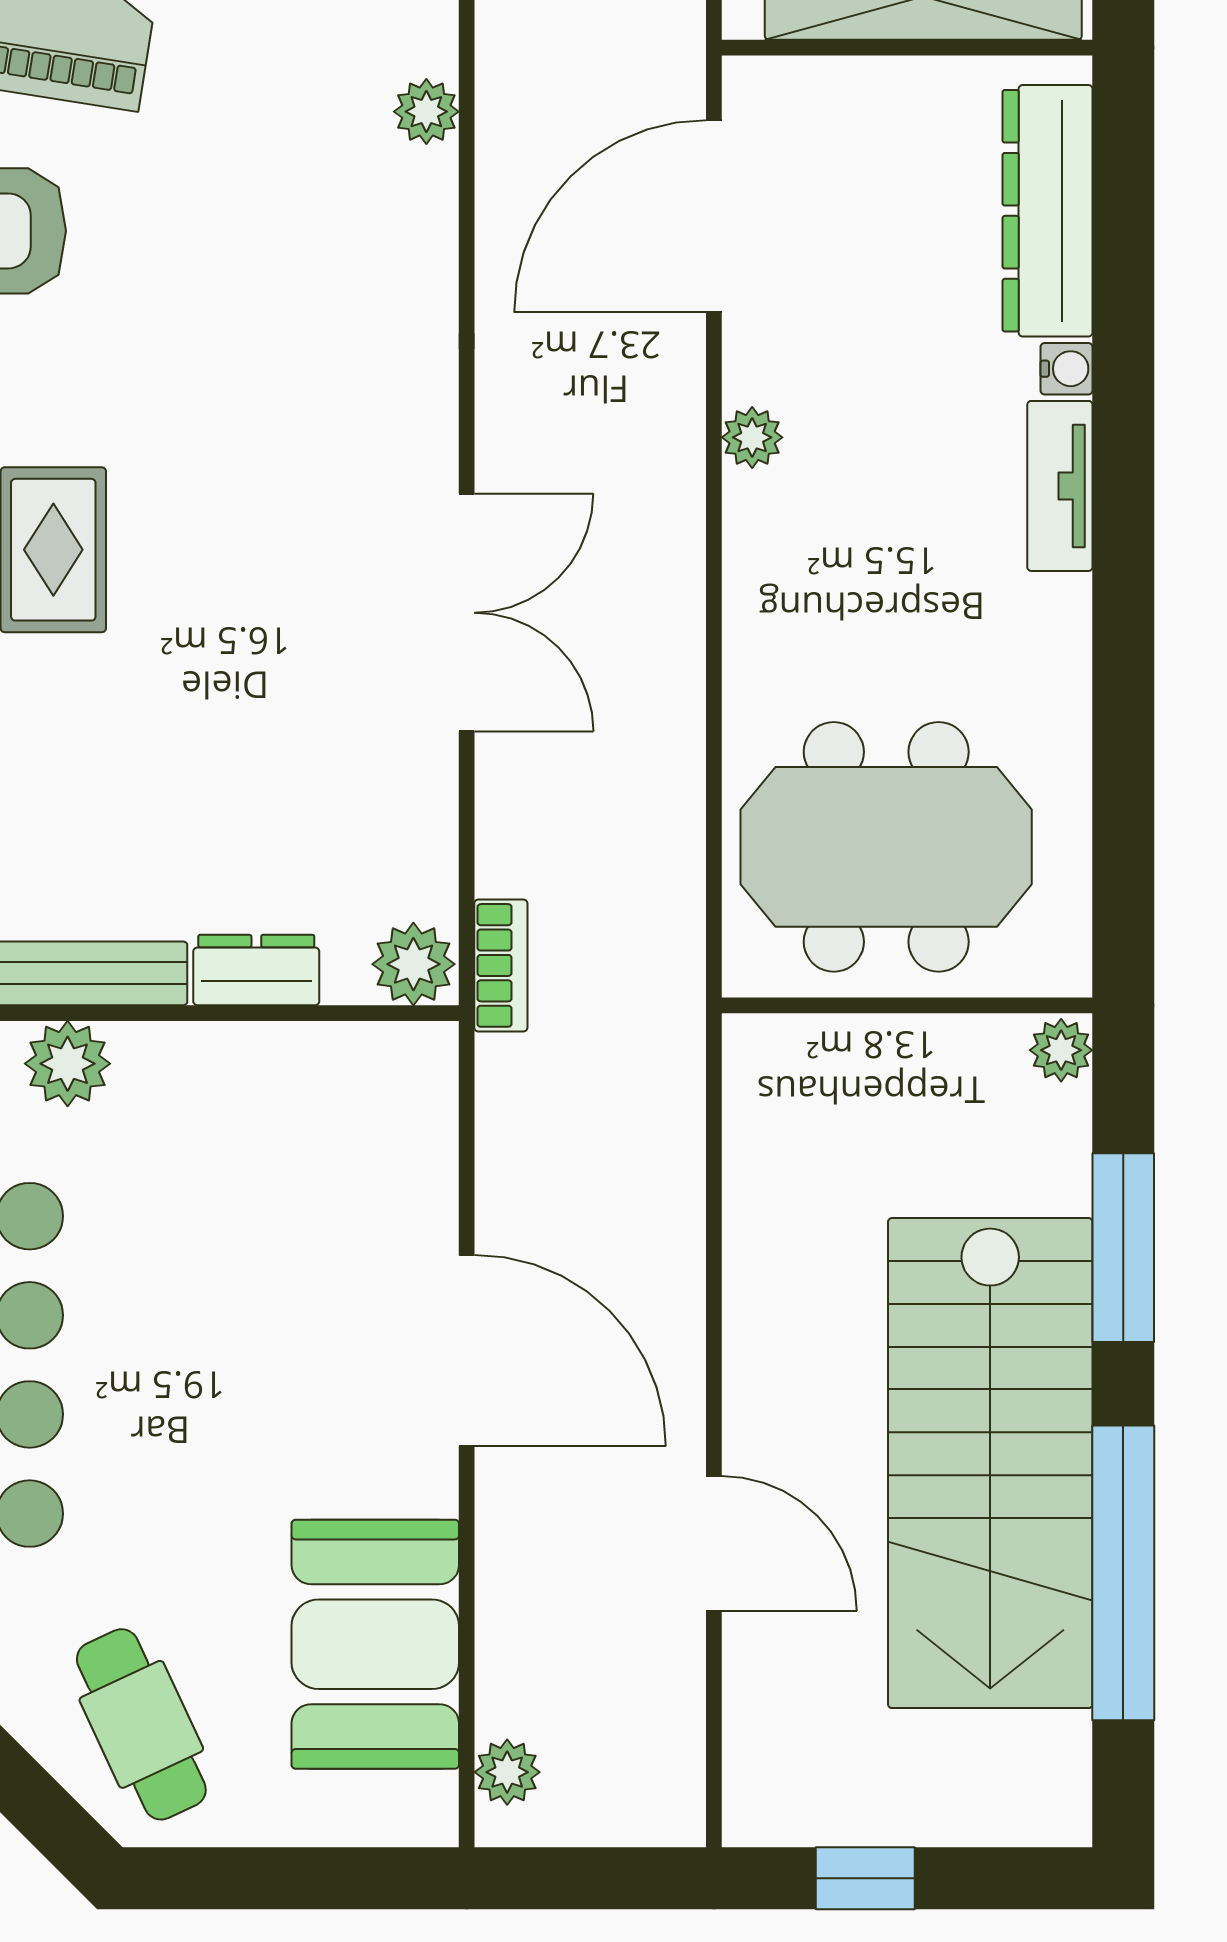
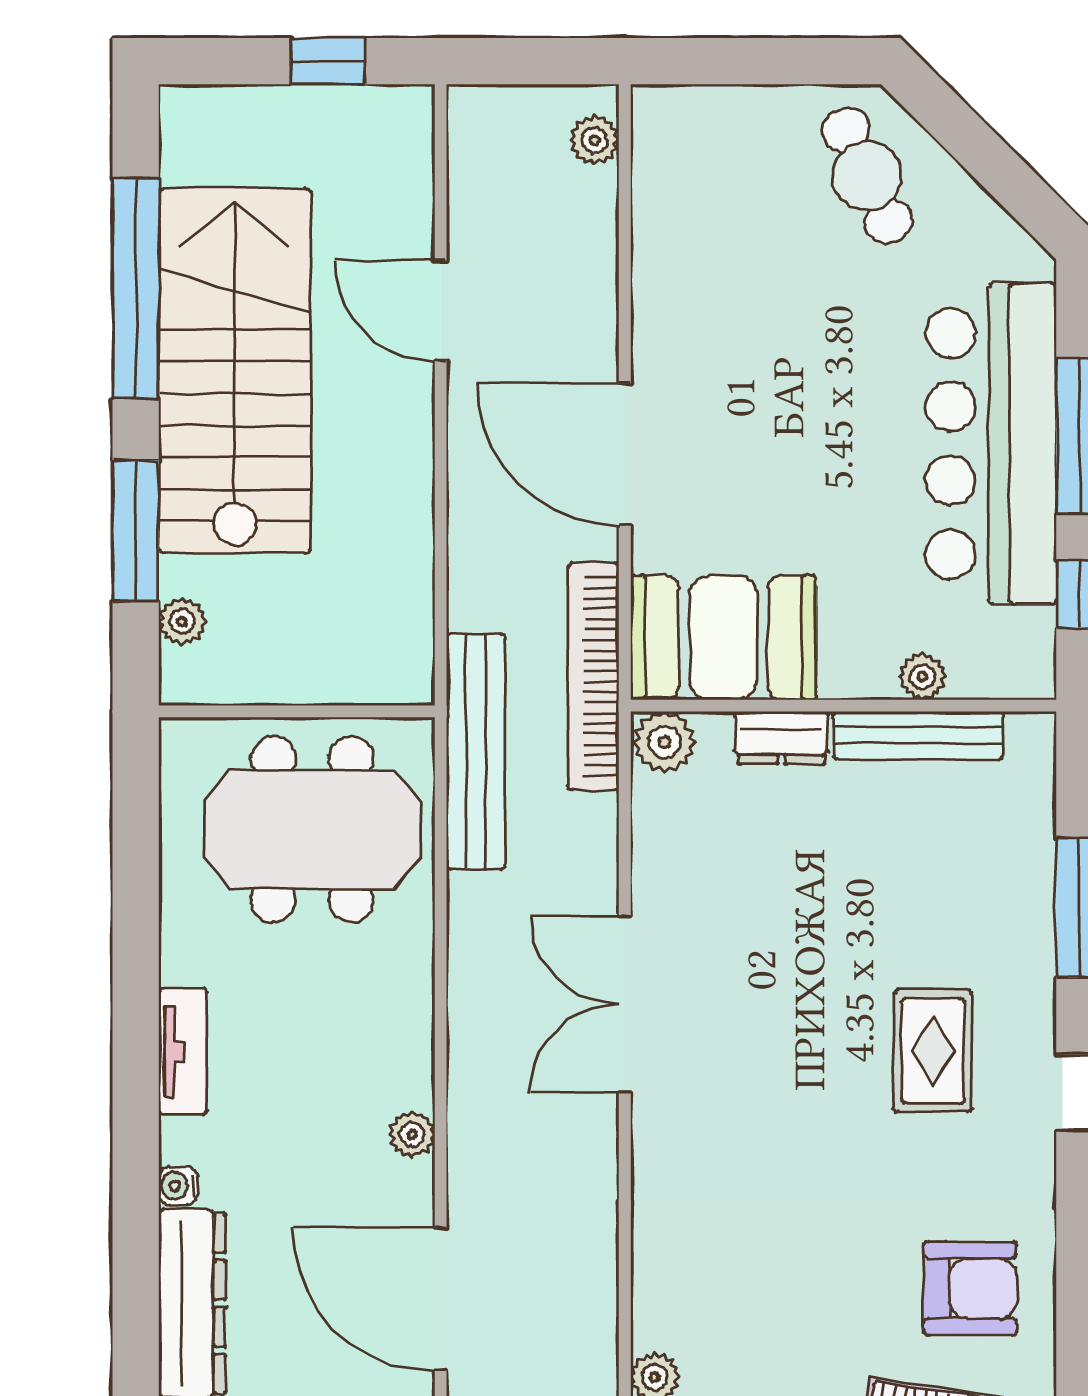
door: (714, 216) -> (441, 1299), swing flipped
tv unit: (1060, 486) -> (183, 1052), moved
bench: (667, 952) -> (476, 751), added
bookcase: (501, 965) -> (593, 677), width x2.31, depth x1.31
plant: (1061, 1050) -> (182, 621), moved
plant: (68, 1064) -> (922, 677), width x0.73, depth x0.73
booth: (375, 1644) -> (723, 638), moved, turned 90

